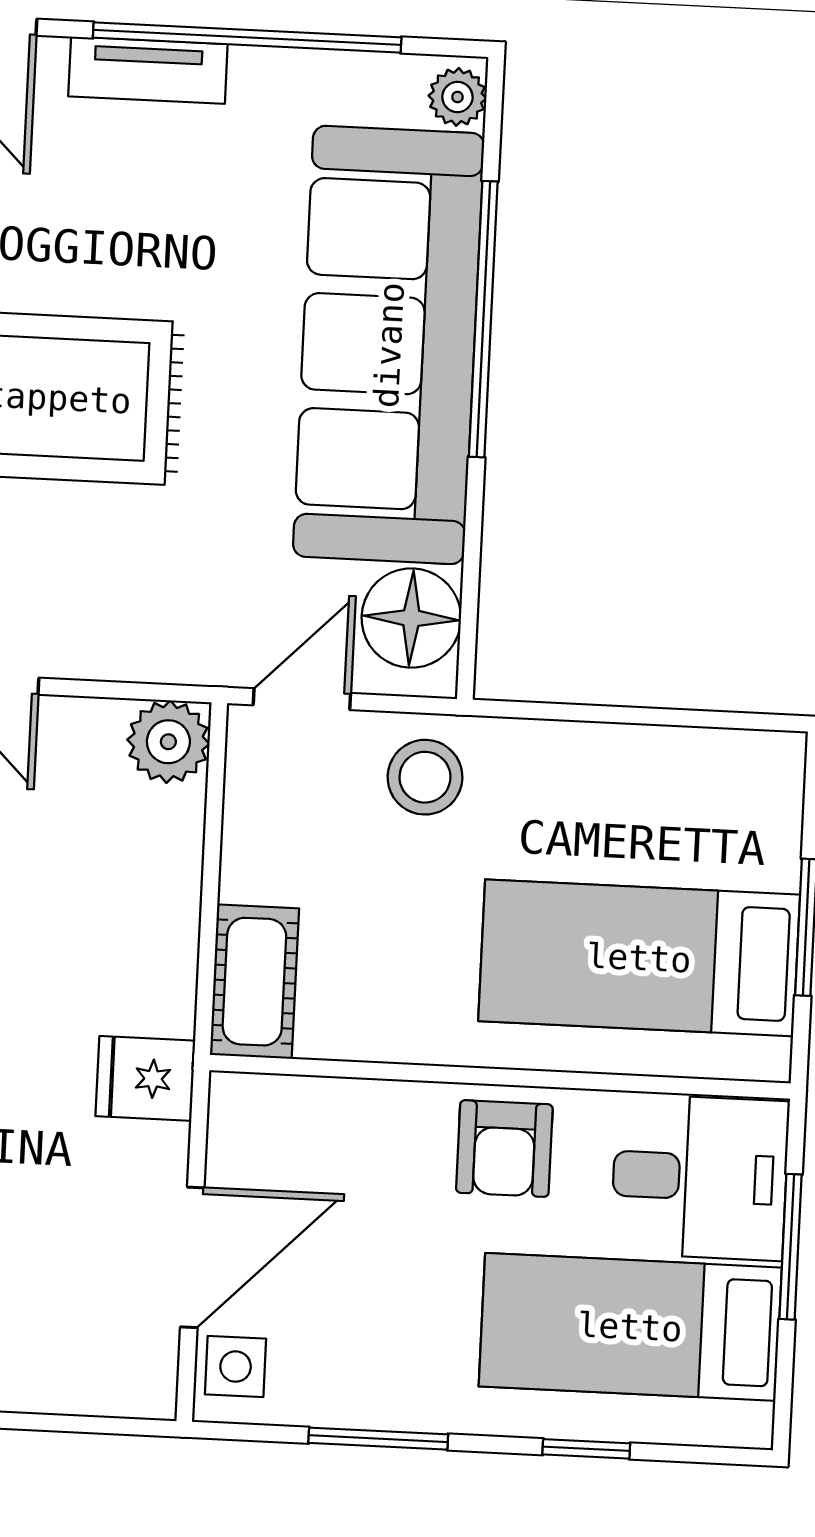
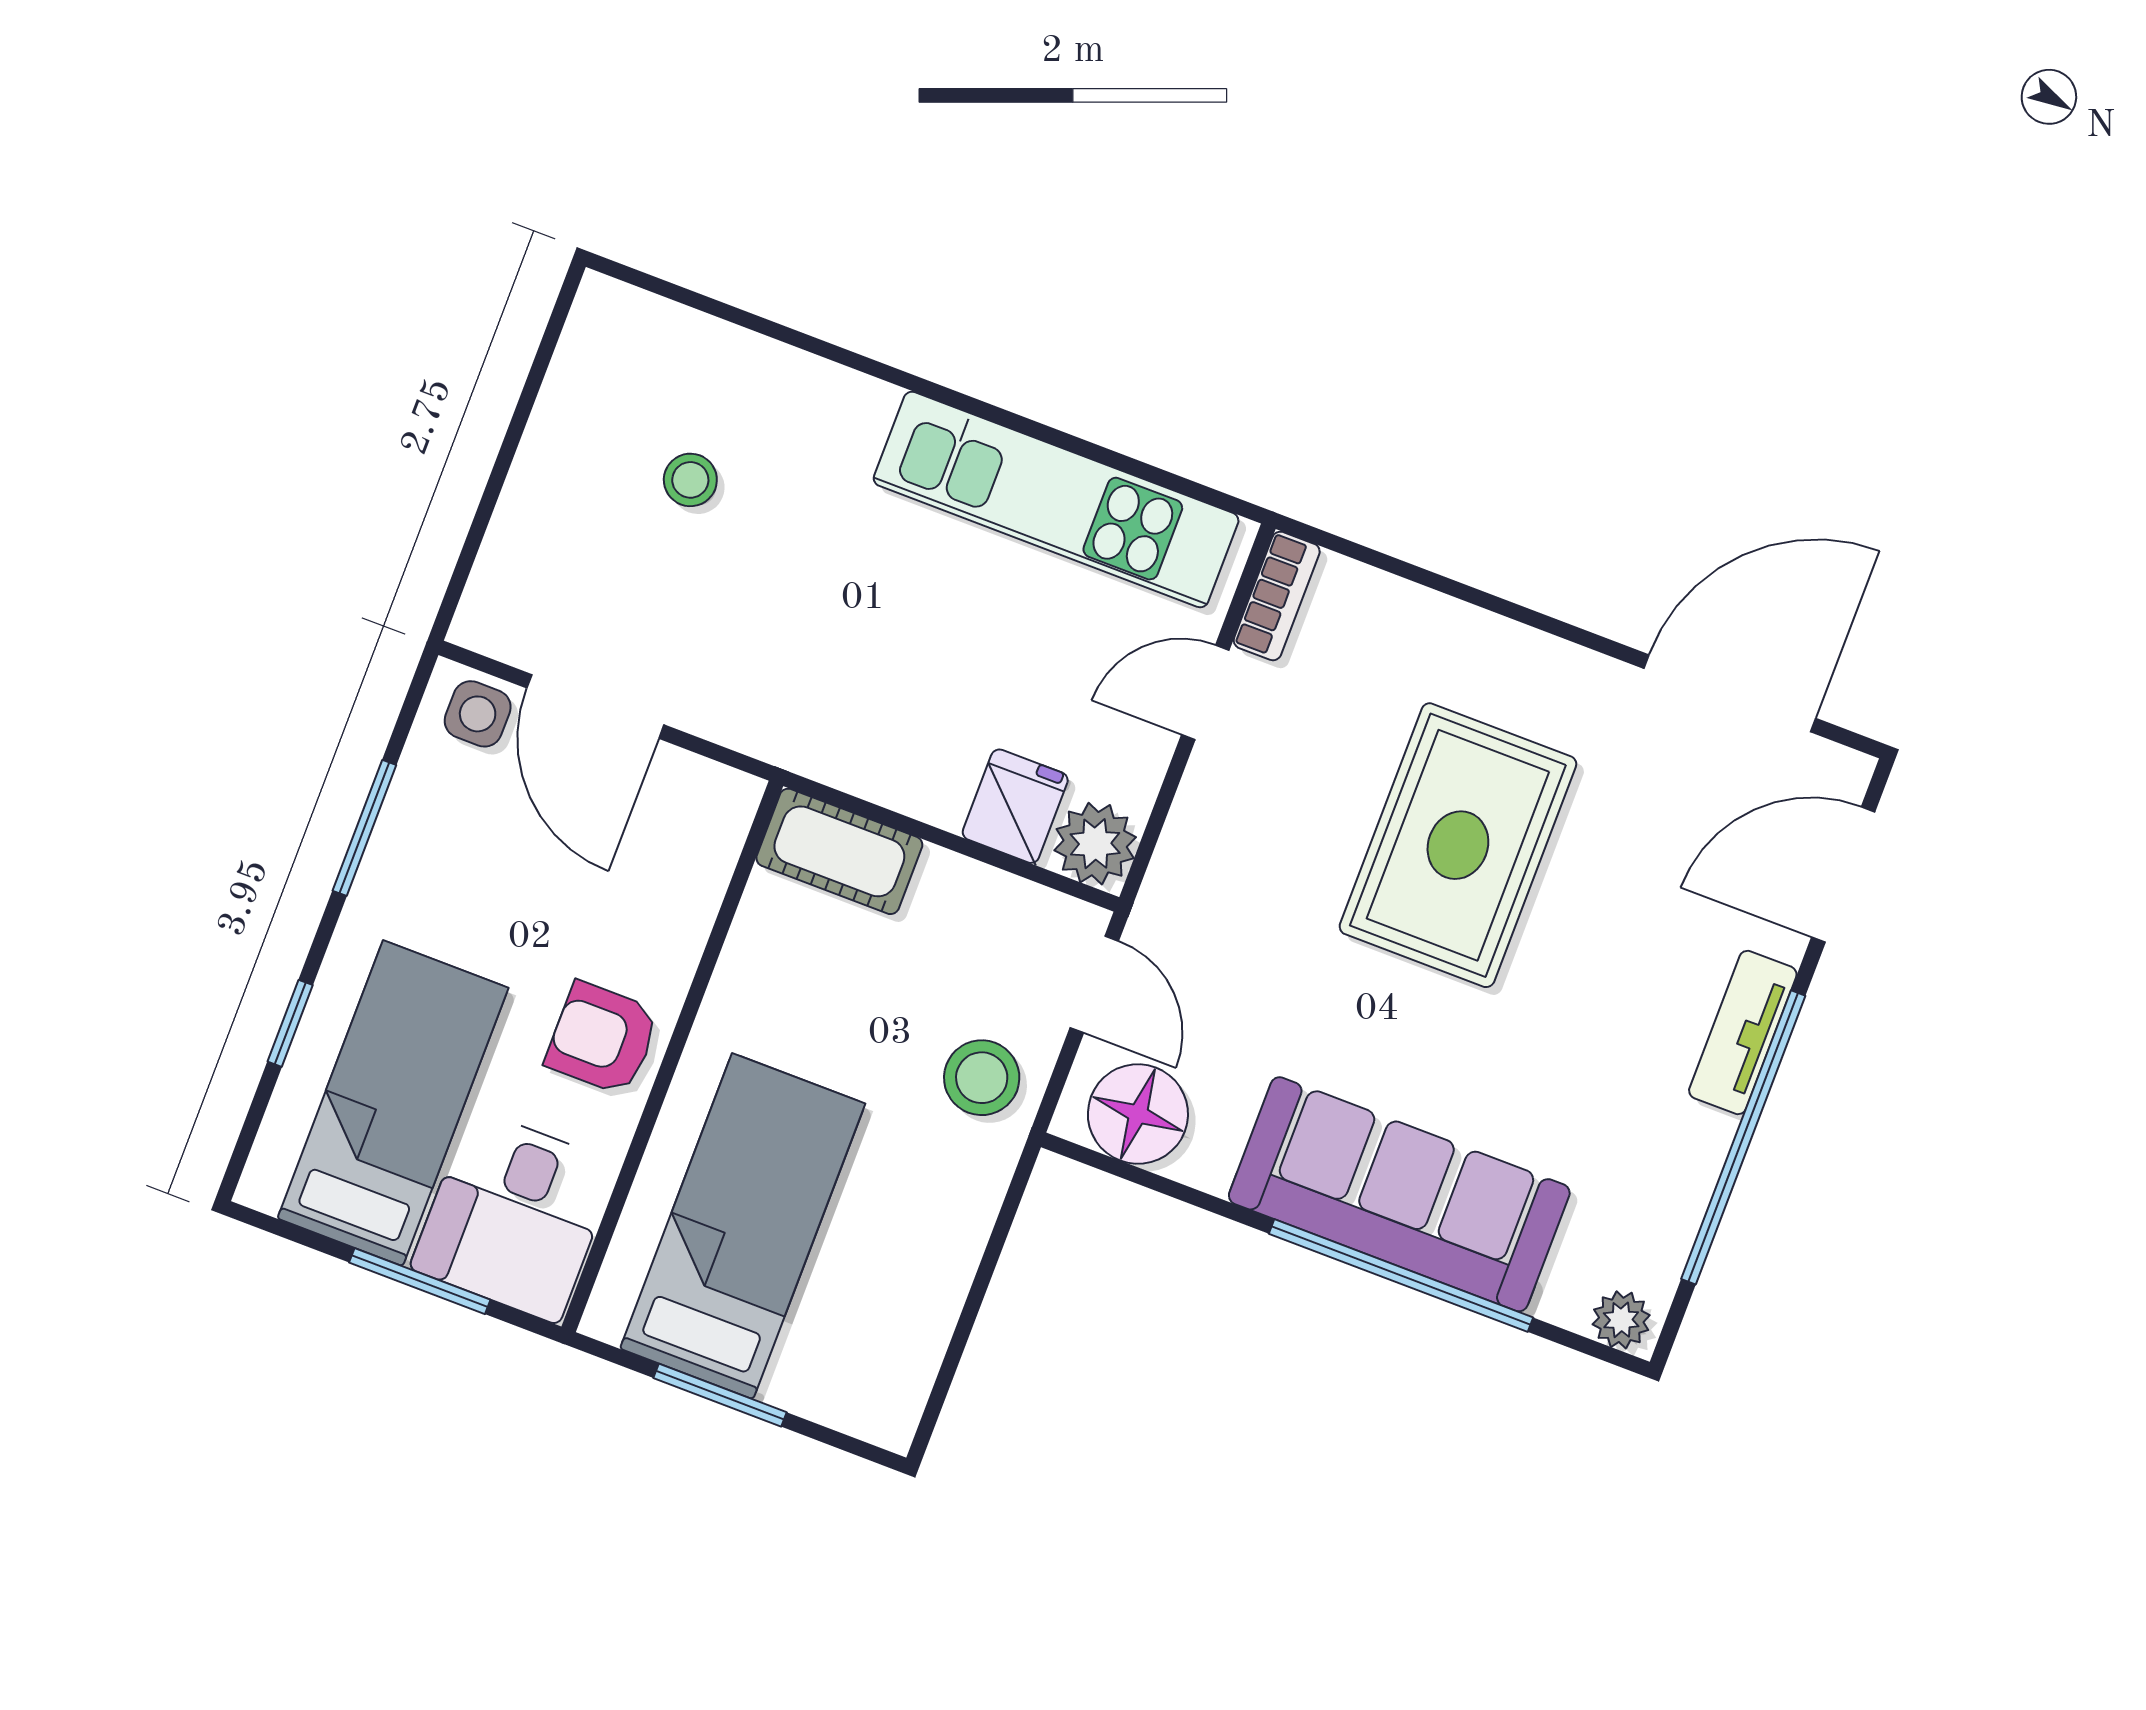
sofa: (389, 345) -> (1399, 1194), width x0.74, depth x0.79
fridge: (145, 1078) -> (1015, 806), moved

